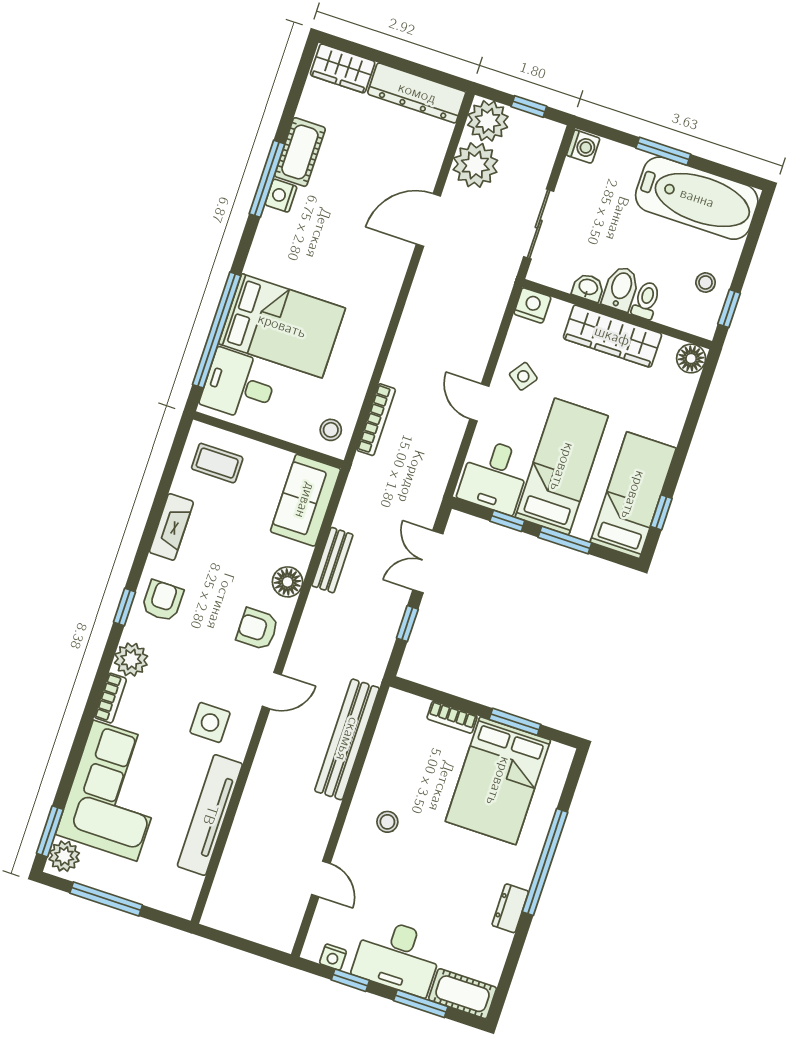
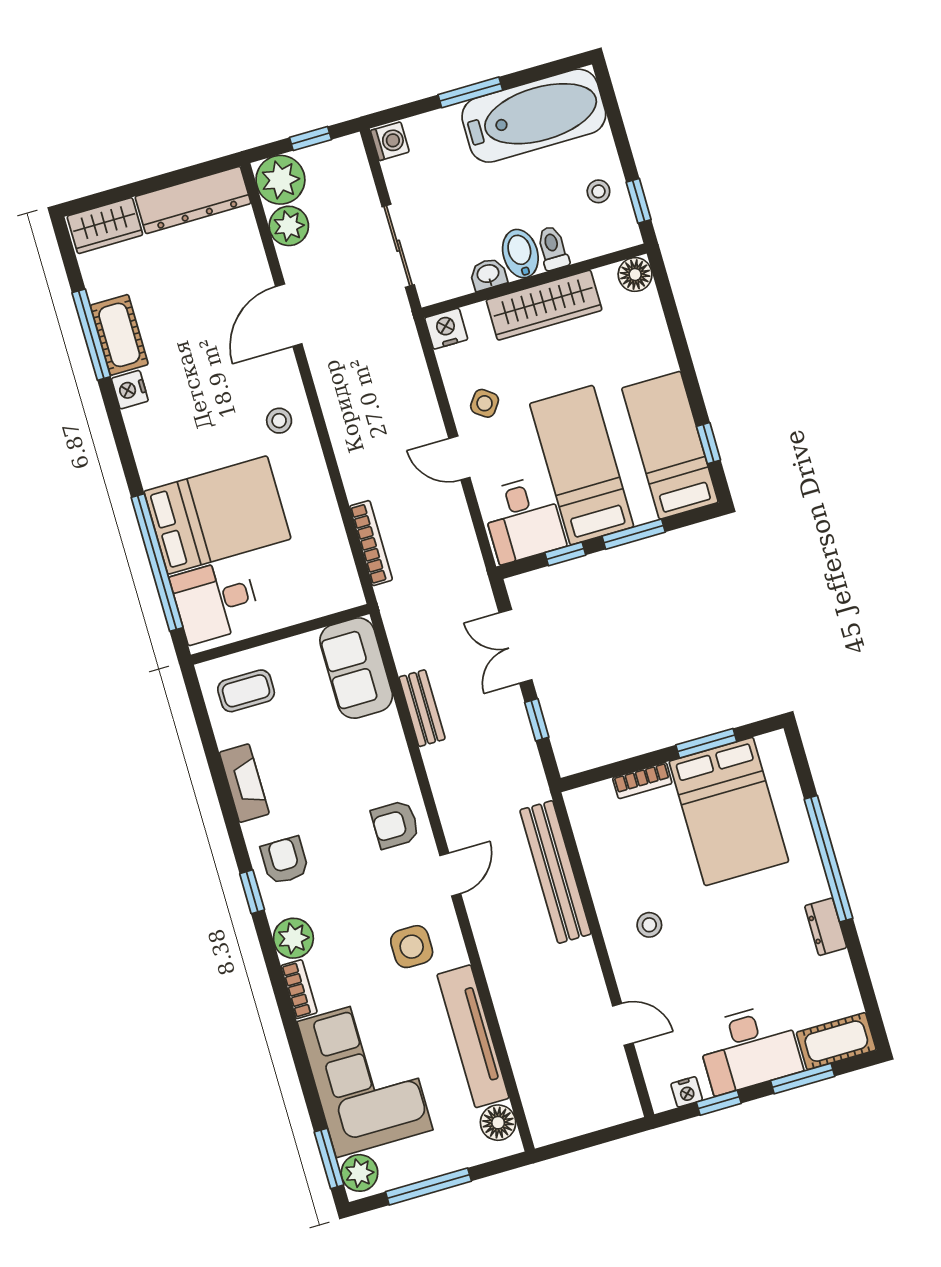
plant: (475, 165) -> (289, 226), width x0.73, depth x0.73
window: (267, 179) -> (91, 335), moved
stool: (331, 430) -> (279, 421), moved
floor lamp: (288, 582) -> (498, 1123), moved

